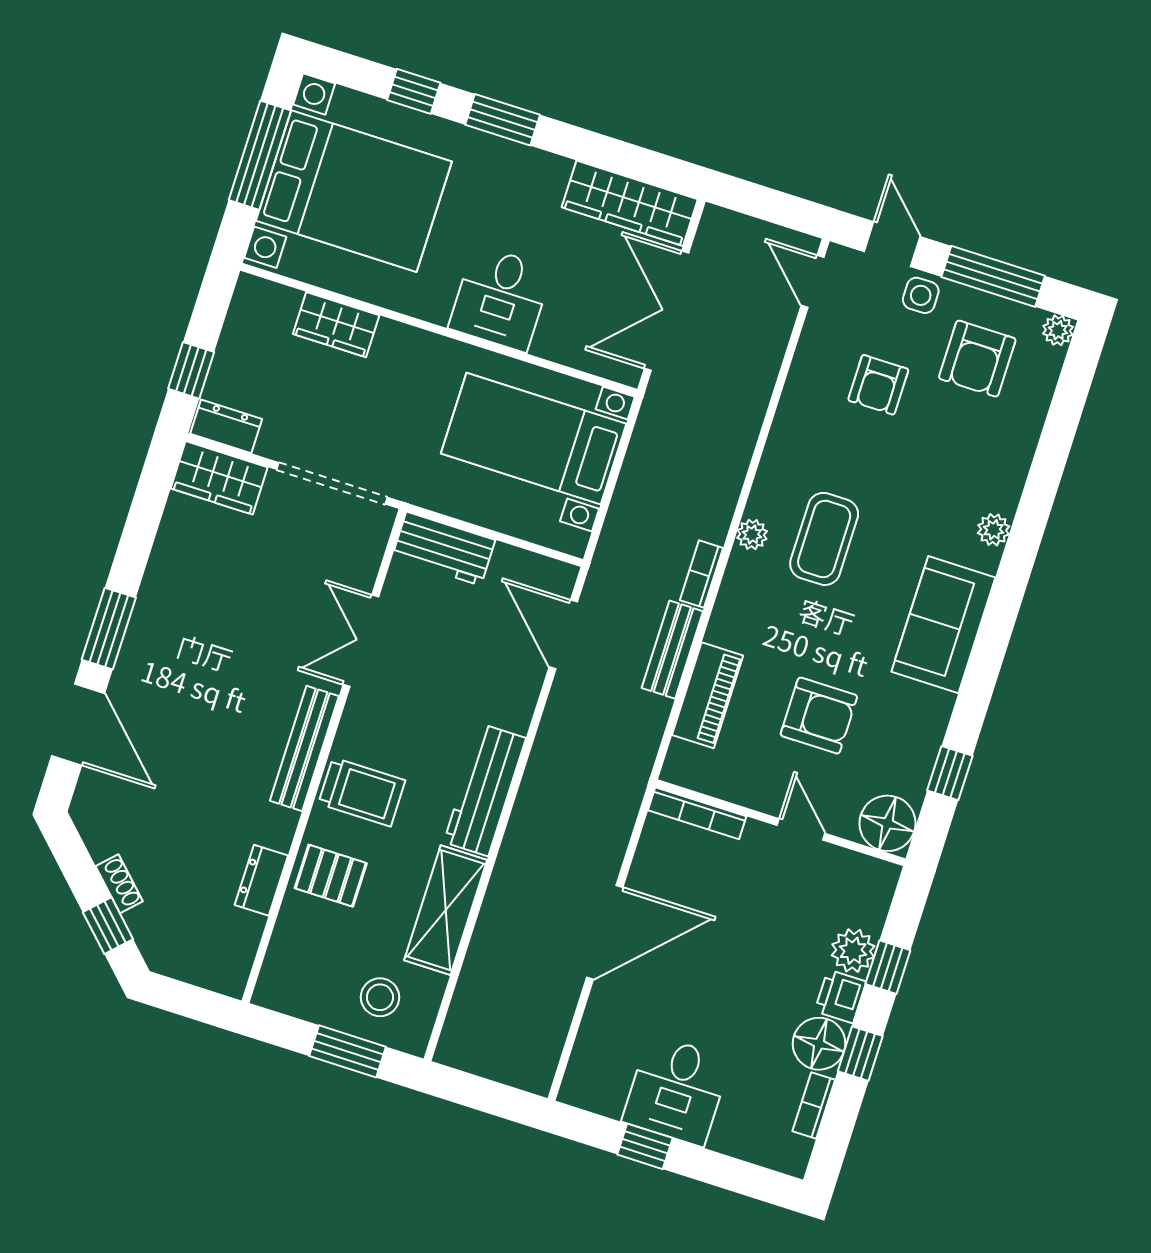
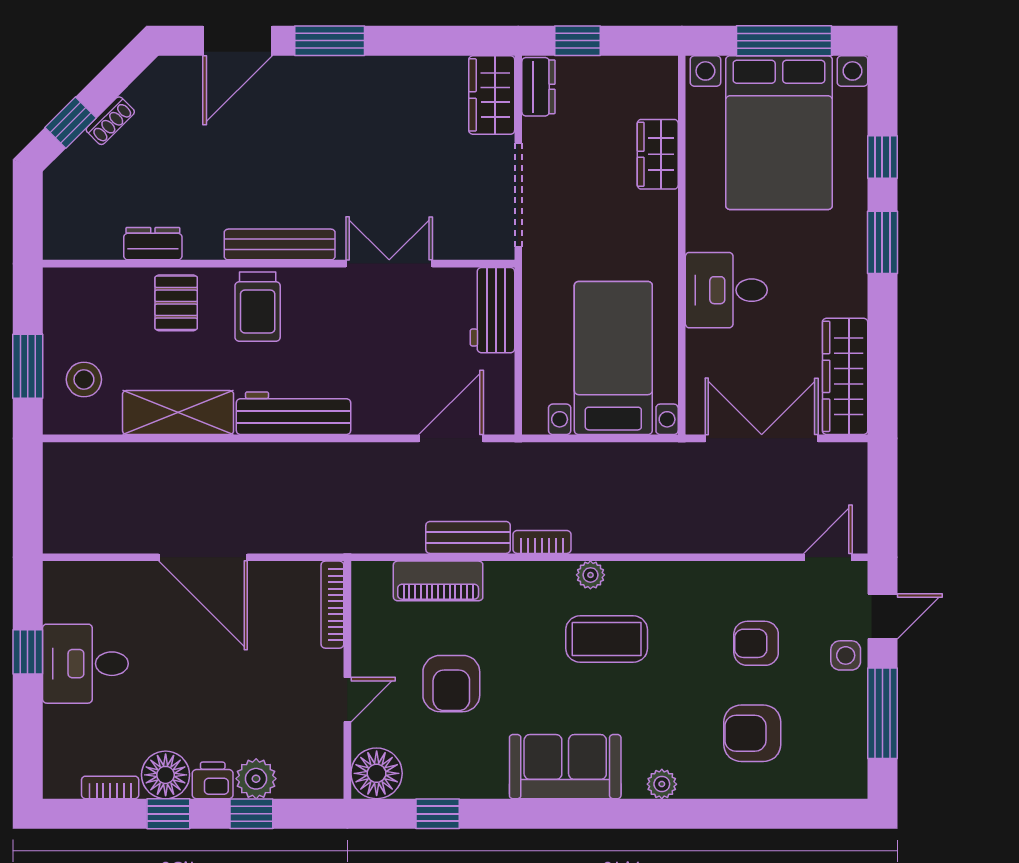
plant: (1058, 330) -> (853, 785), removed
armchair: (977, 359) -> (752, 733), moved

